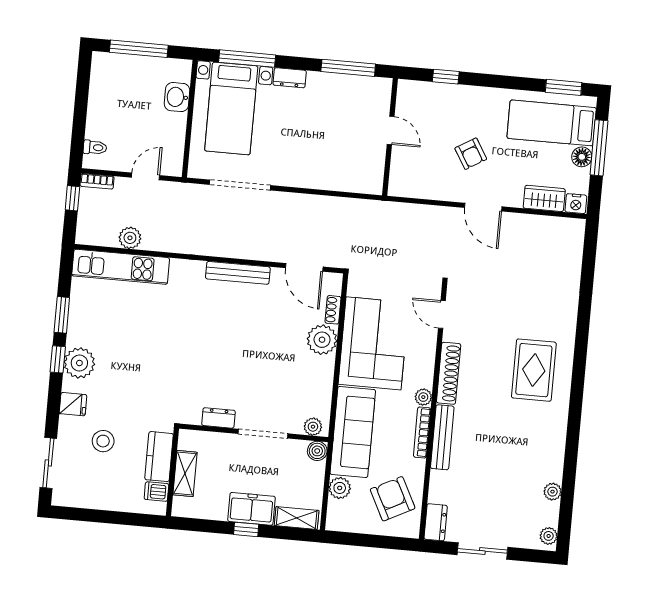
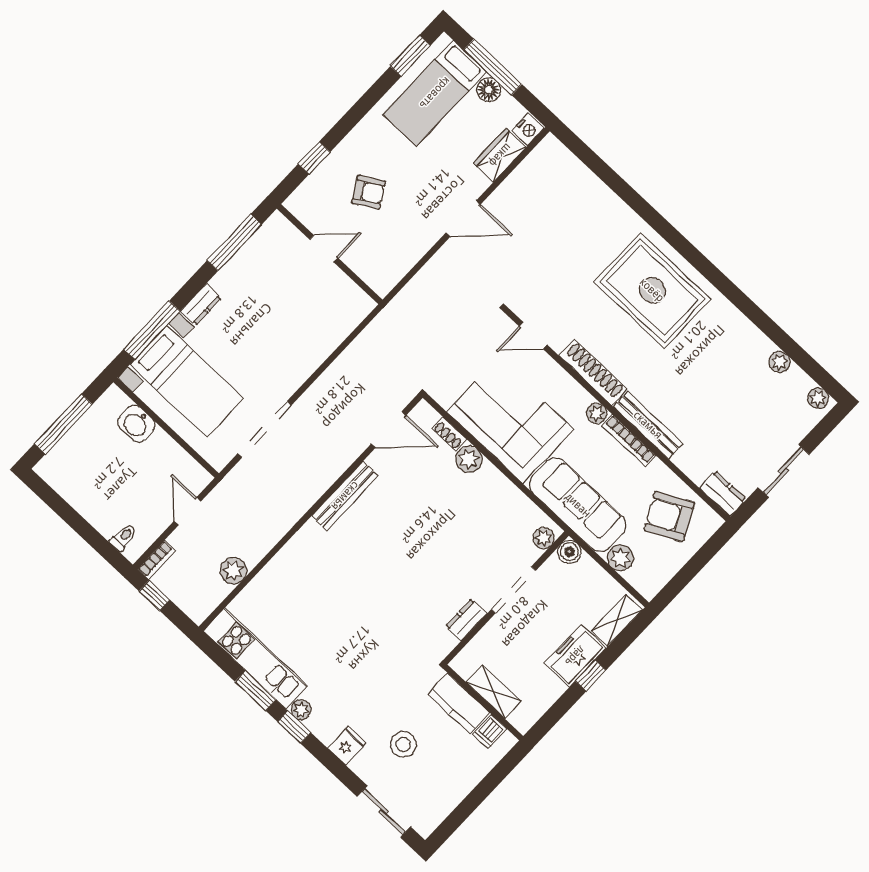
armchair: (471, 154) -> (369, 192), moved
kitchen unit: (121, 267) -> (255, 658), moved, turned -90
plant: (322, 340) -> (469, 459), width x0.73, depth x0.73
plant: (79, 363) -> (301, 710), width x0.53, depth x0.53
rug: (534, 370) -> (652, 290), width x1.37, depth x1.44

